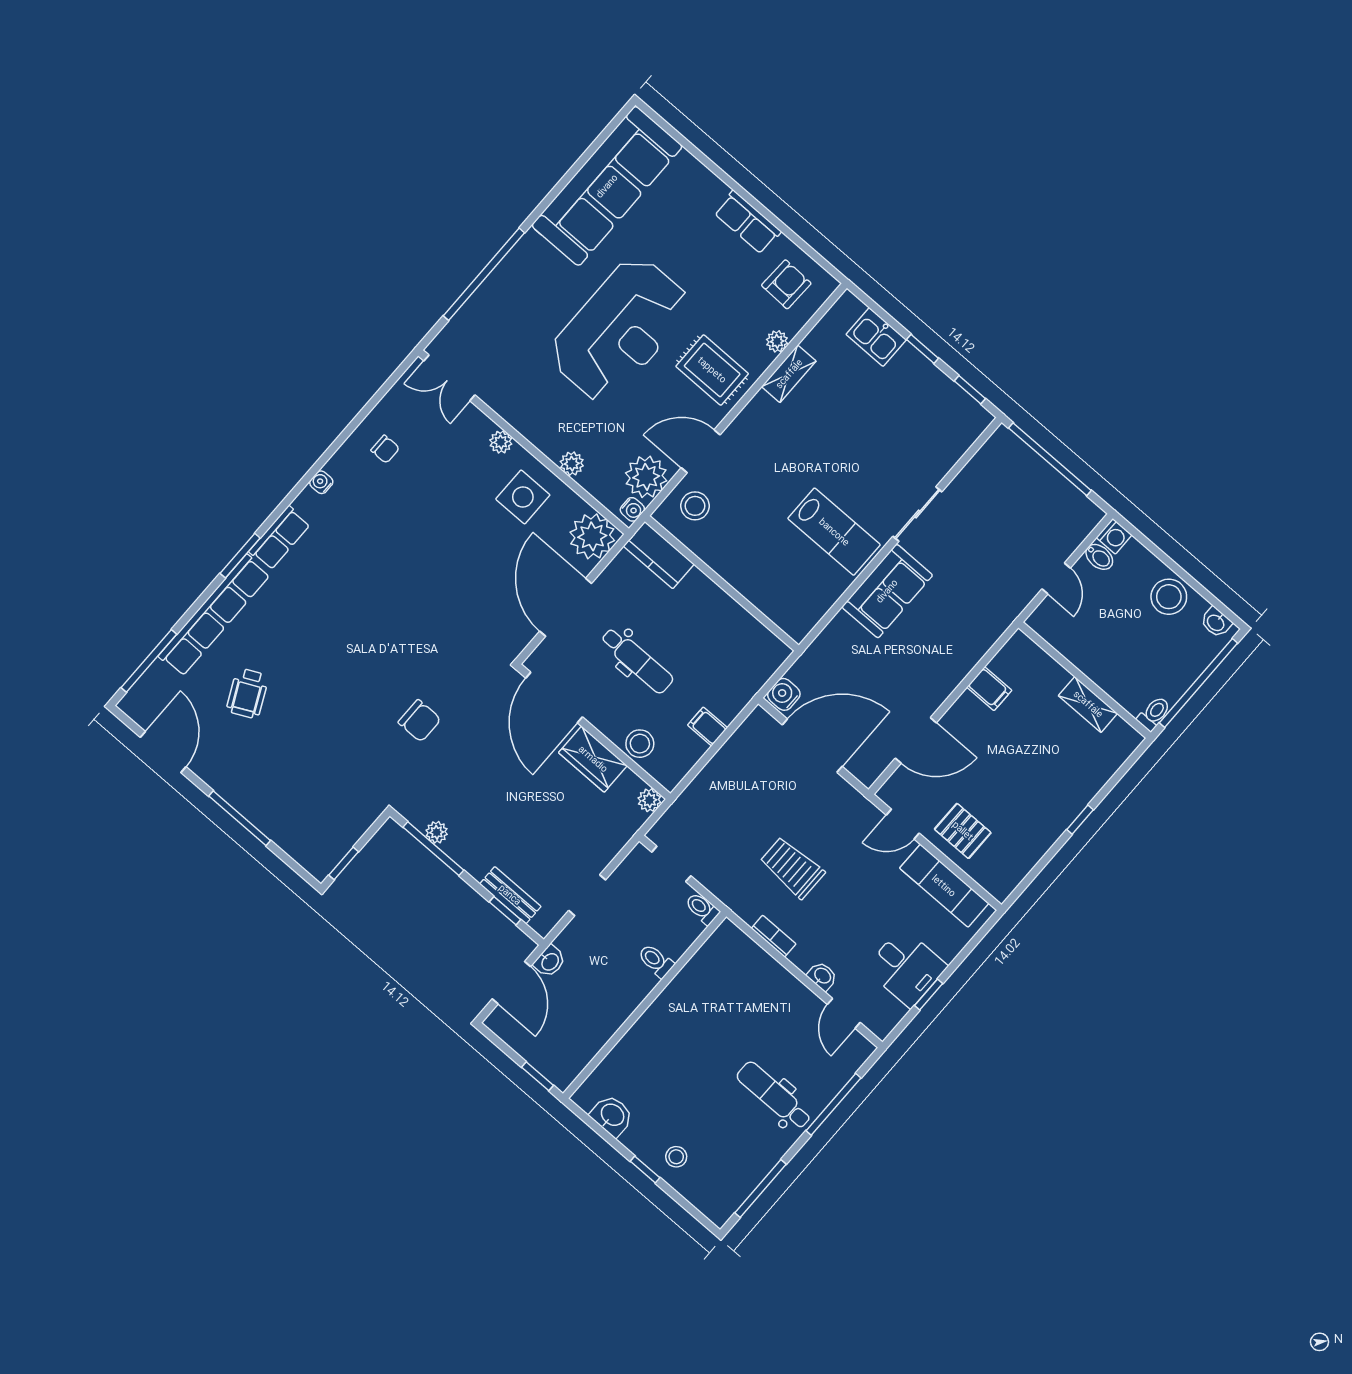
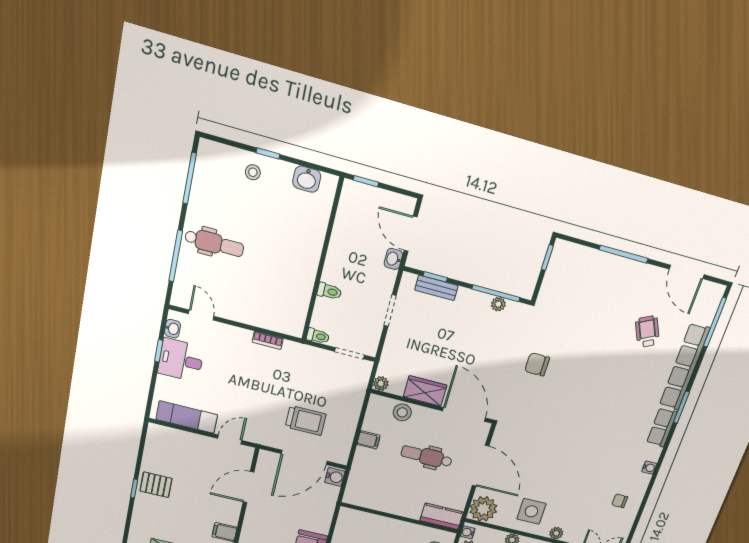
pallet: (963, 831) -> (156, 485), moved
trolley: (792, 868) -> (306, 421), moved
washbasin: (822, 976) -> (172, 329), moved, turned -90

